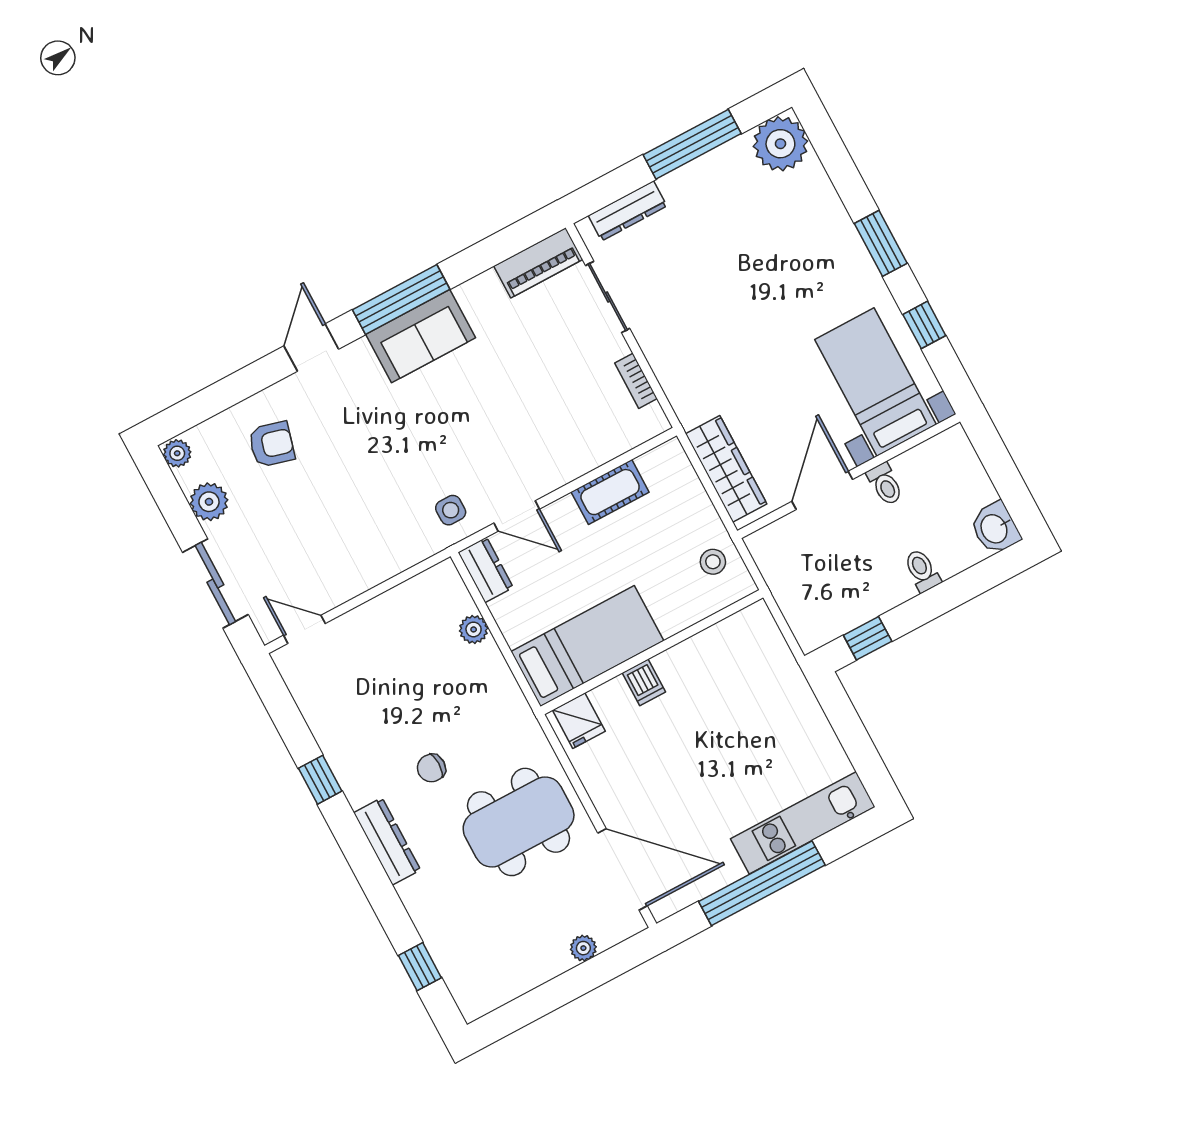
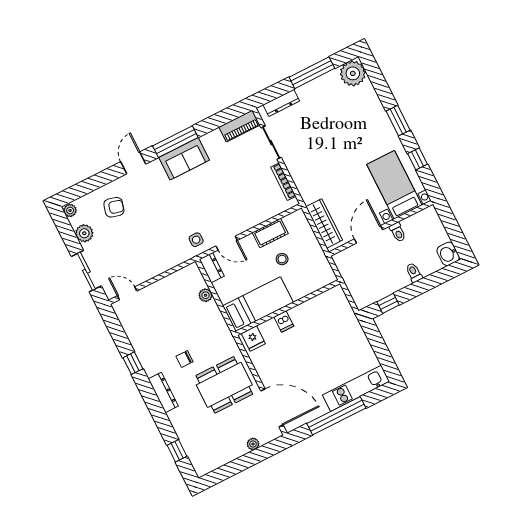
bookcase: (636, 381) -> (283, 182), width x1.56
stool: (713, 562) -> (282, 259), moved

